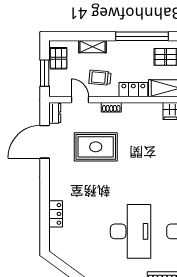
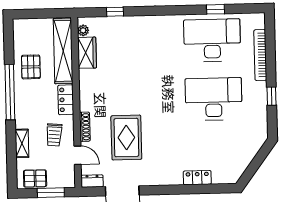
door: (80, 100) -> (78, 155), swing flipped
shoe rack: (111, 107) -> (85, 127), width x1.43

